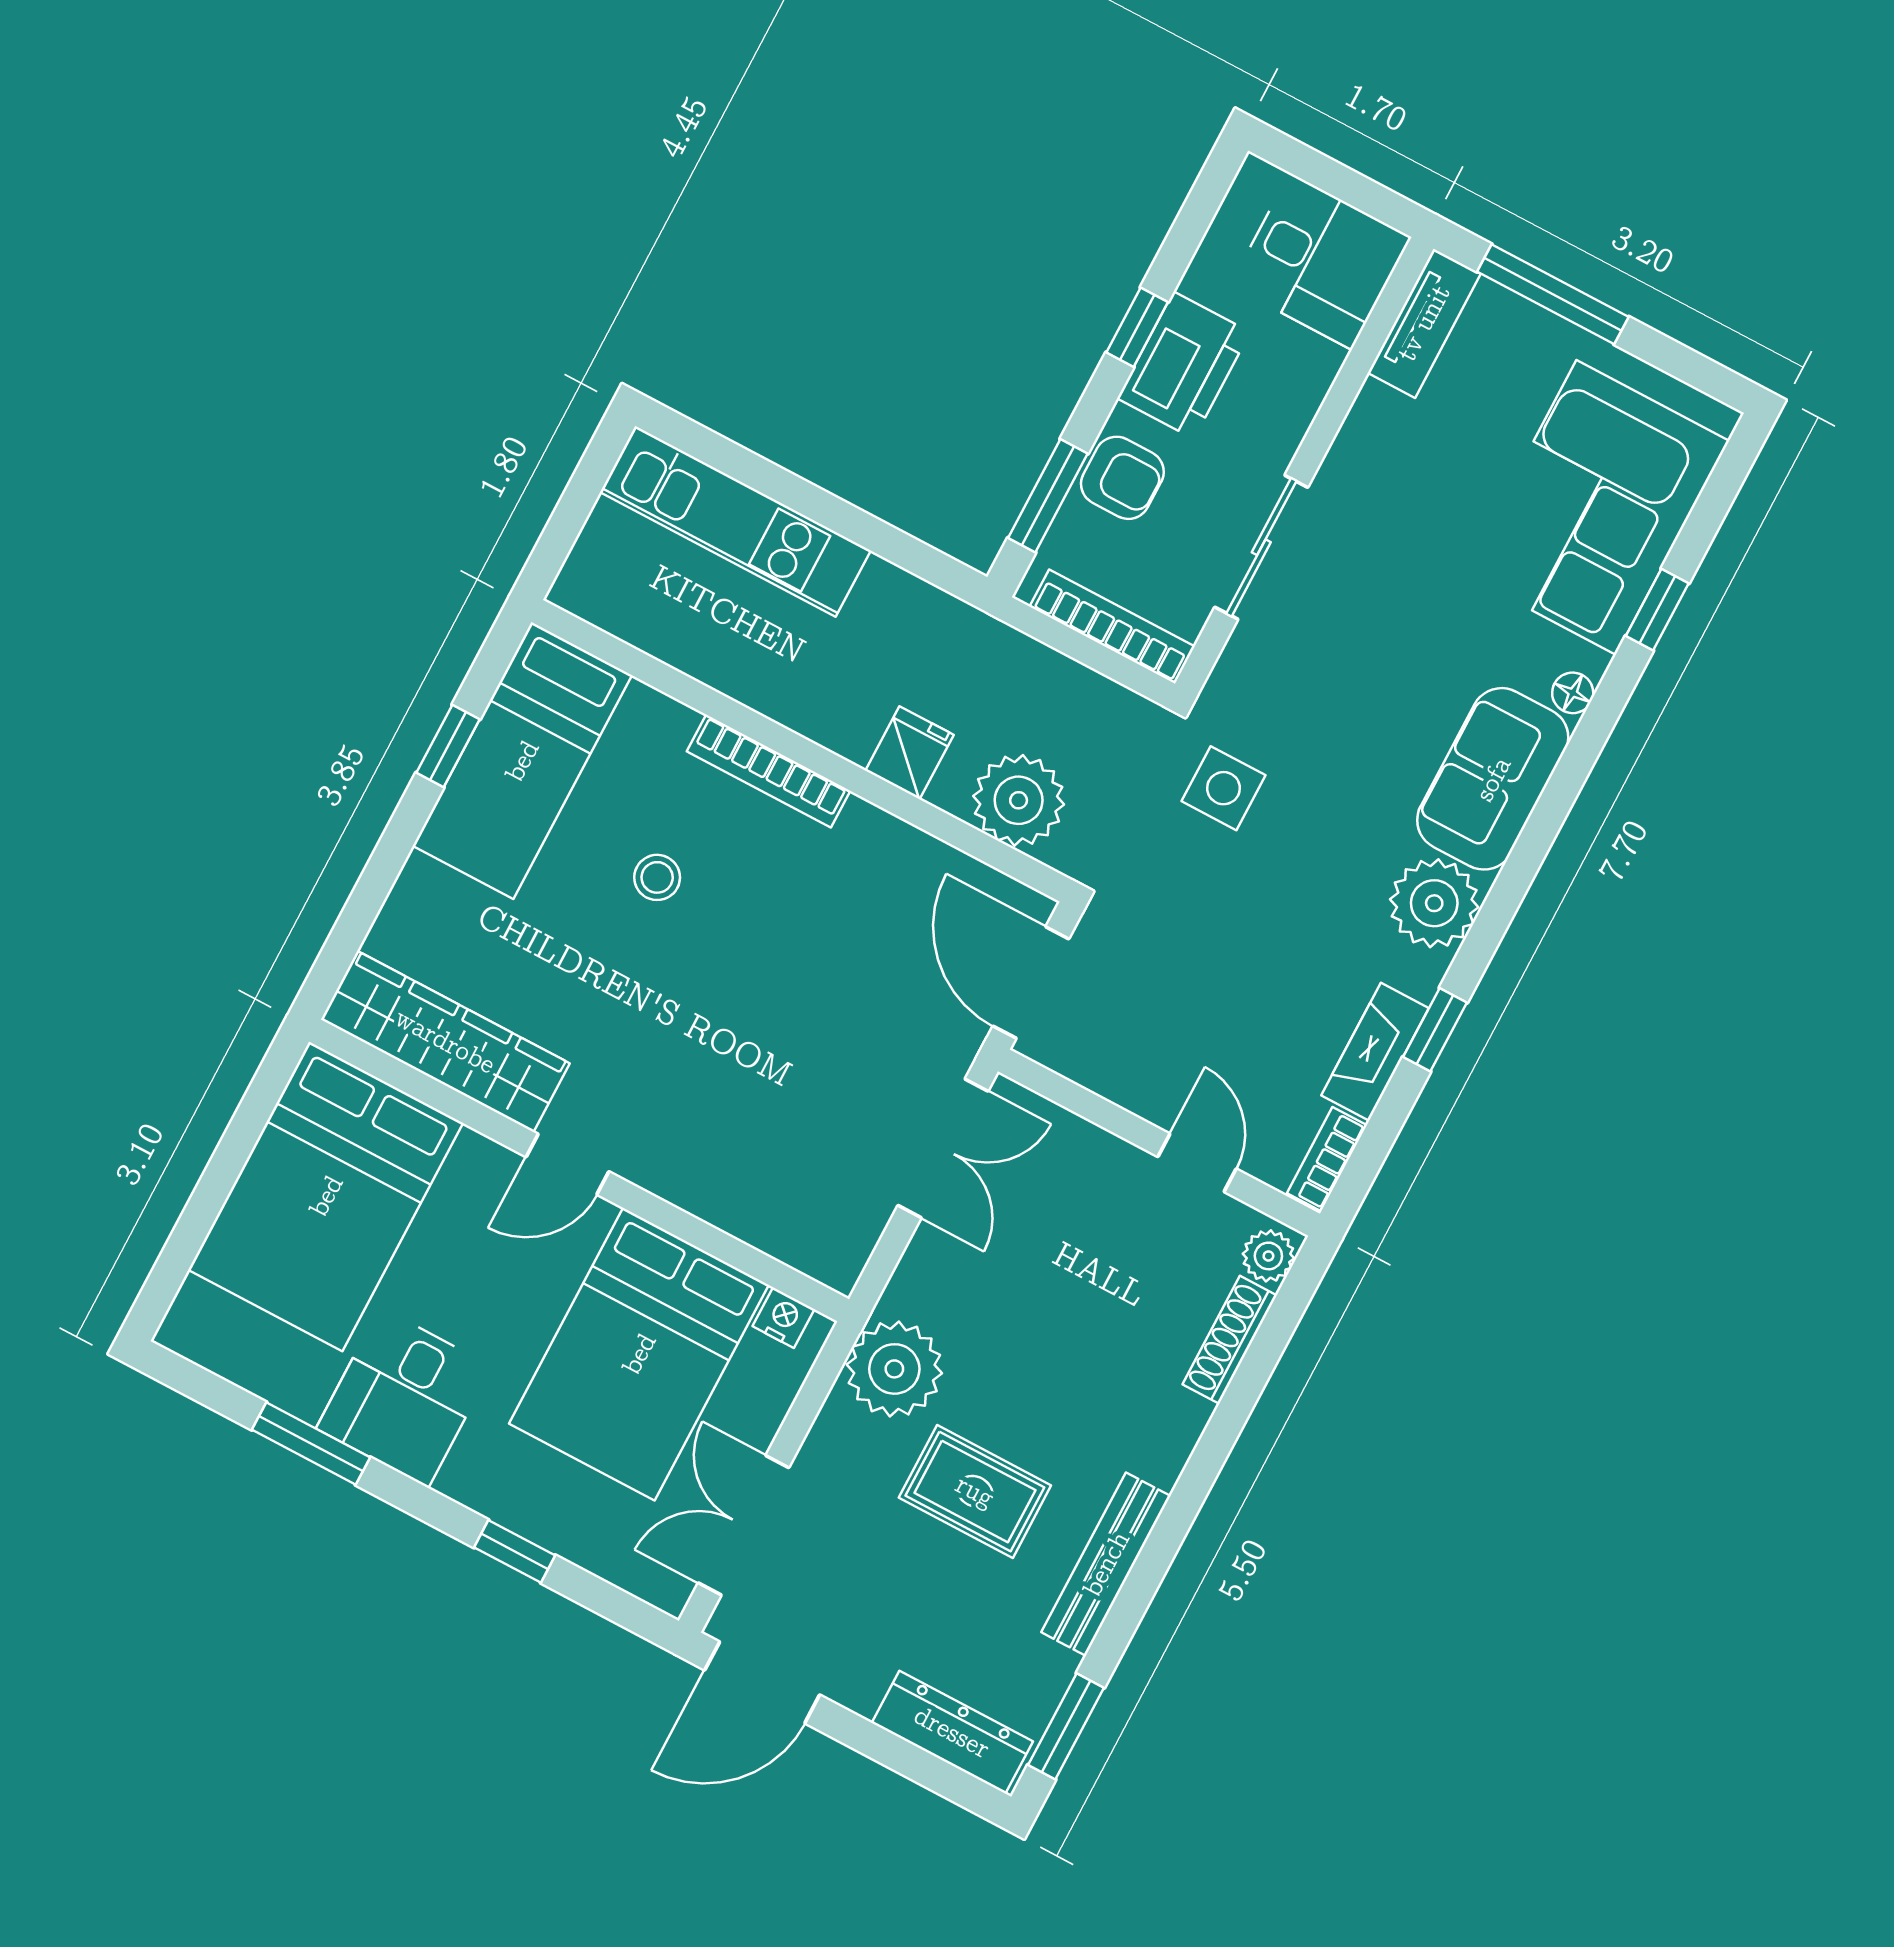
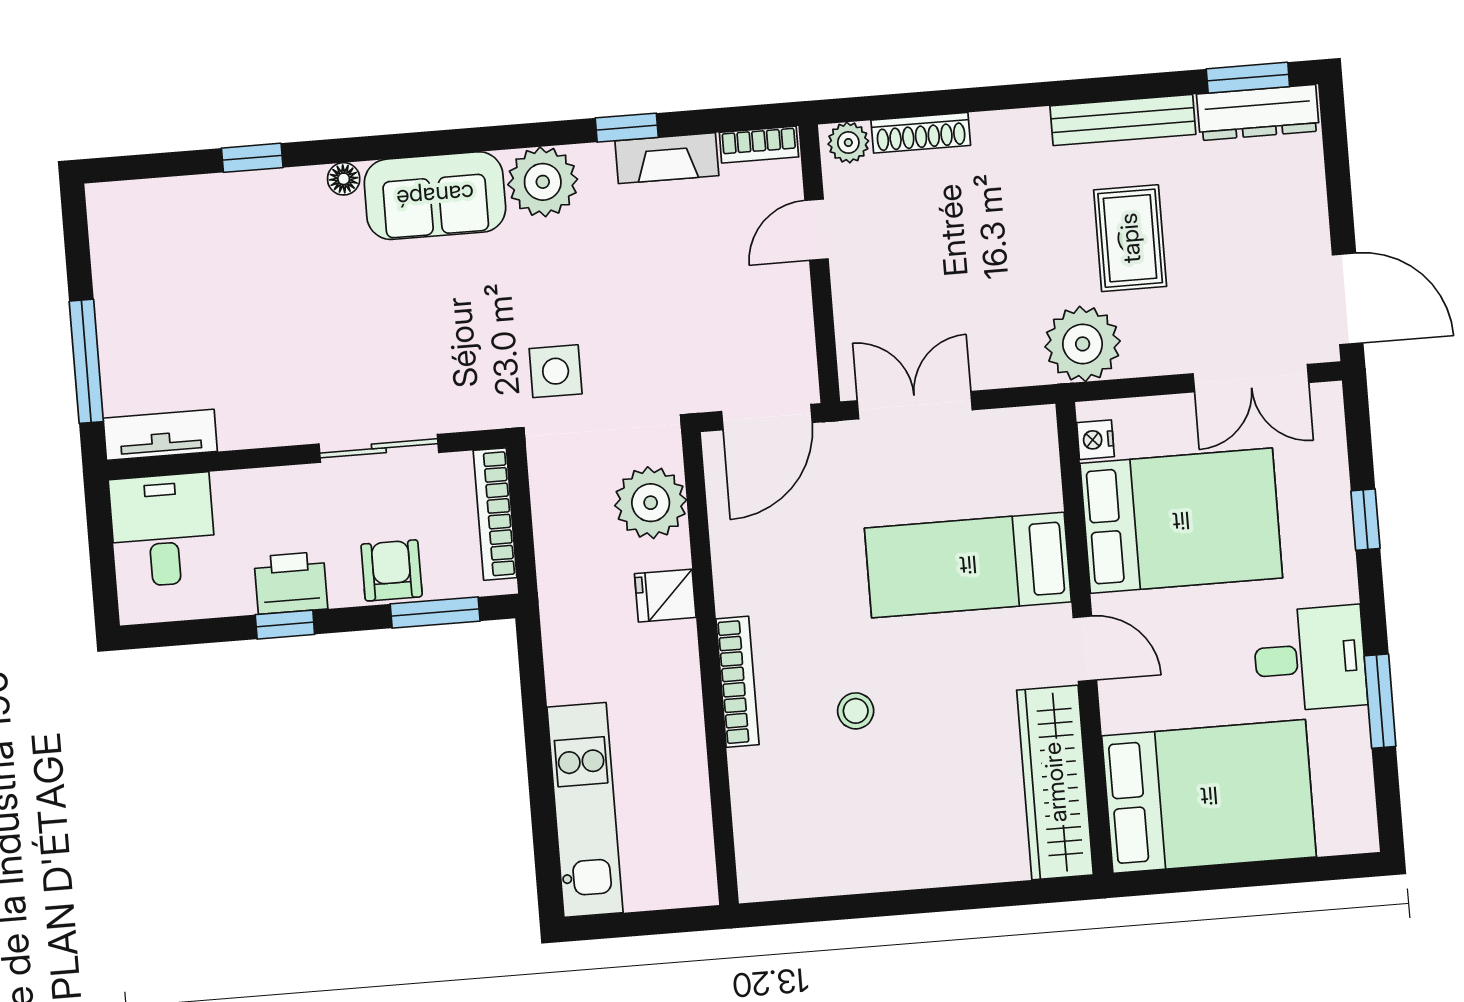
printer: (1184, 365) -> (291, 583), width x0.73, depth x0.84
corner sofa: (1596, 507) -> (210, 242), removed
window: (448, 746) -> (857, 906), removed
bed: (522, 761) -> (968, 565), moved, turned 180
dresser: (952, 1732) -> (1258, 113), moved, turned -90

